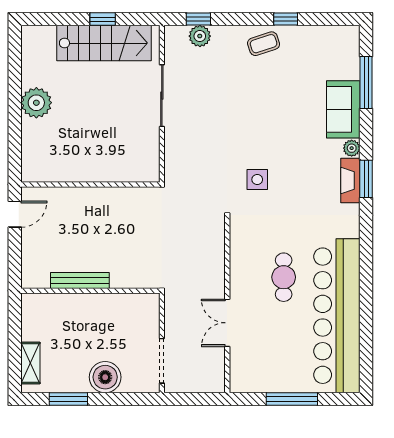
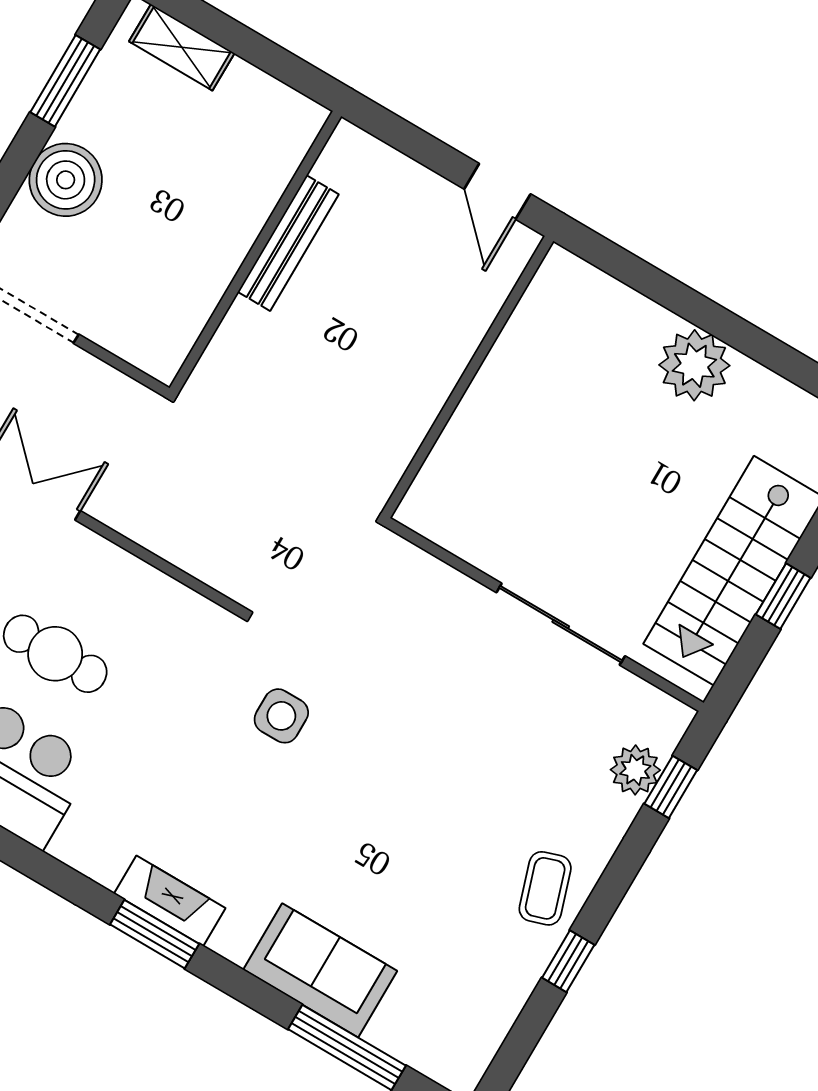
plant: (352, 148) -> (233, 941), removed

